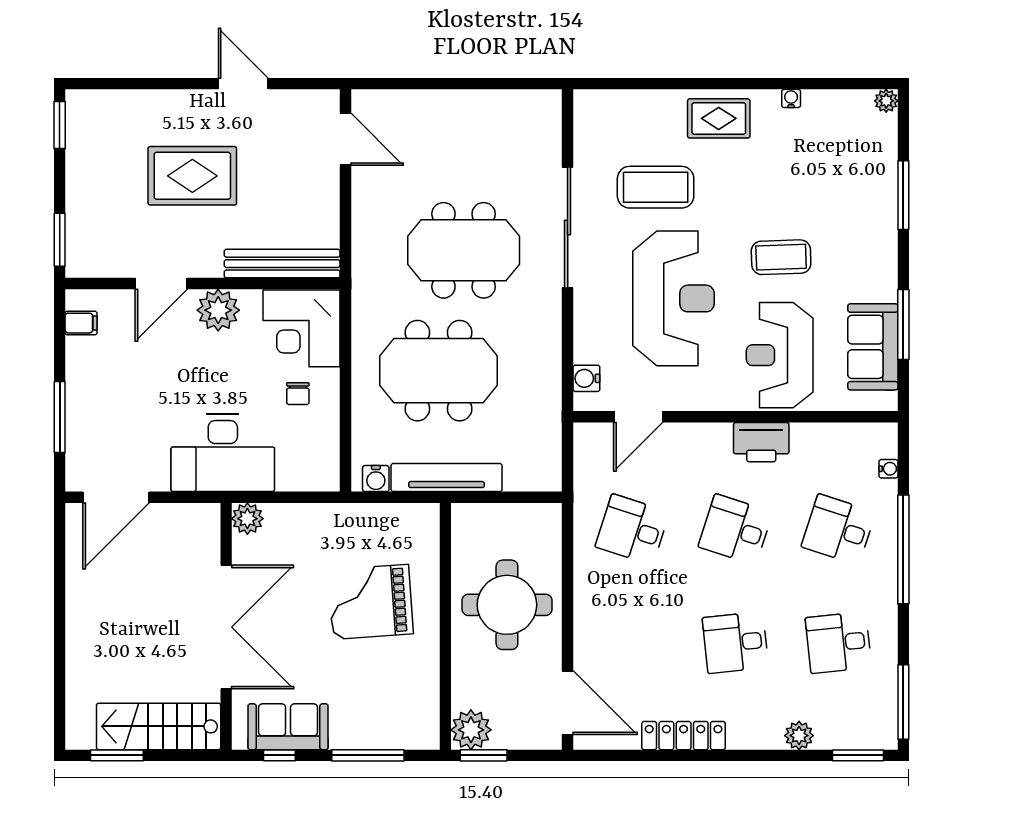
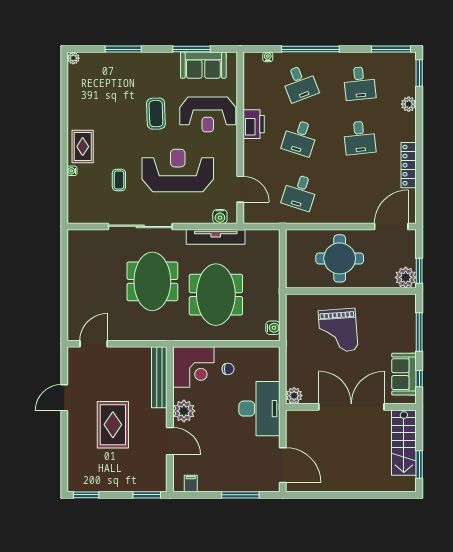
water cooler: (791, 98) -> (72, 171), moved
coffee table: (656, 187) -> (119, 180), width x0.54, depth x0.58
tv unit: (447, 478) -> (216, 237), moved, turned -90
desk: (839, 530) -> (300, 83), turned -39

